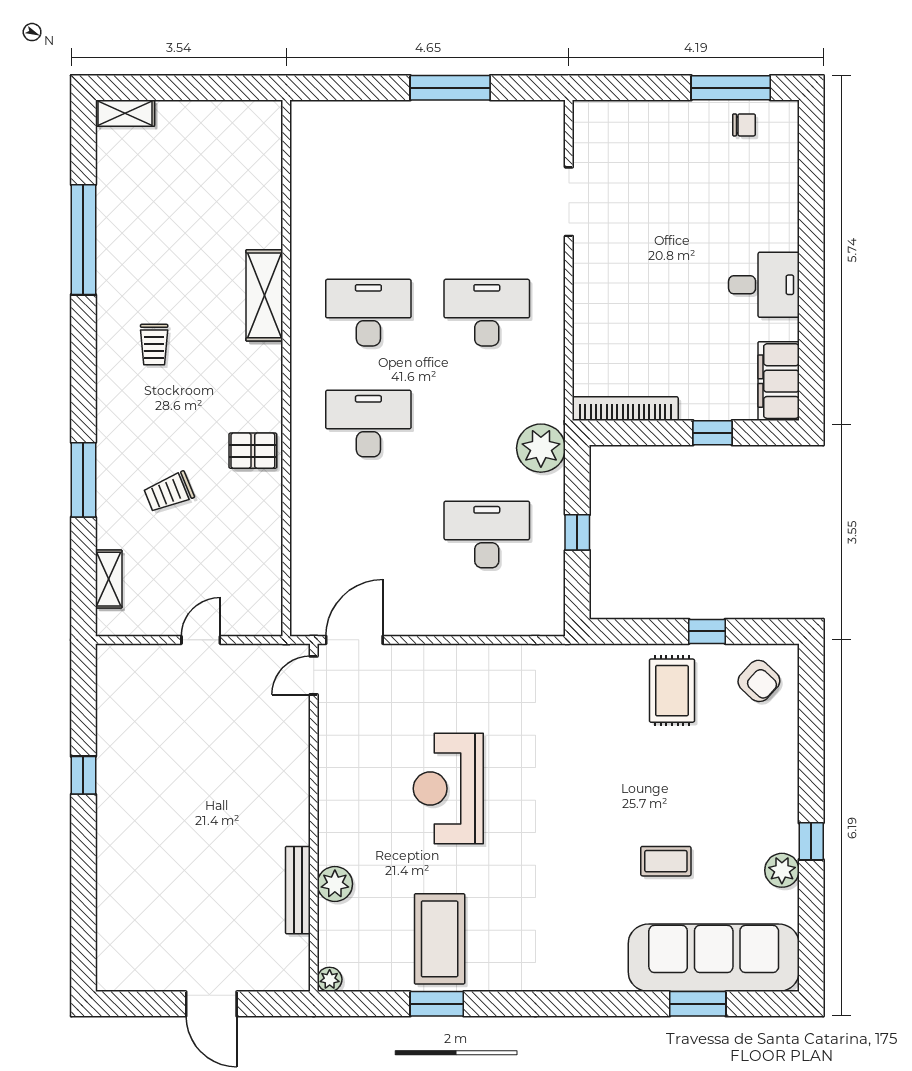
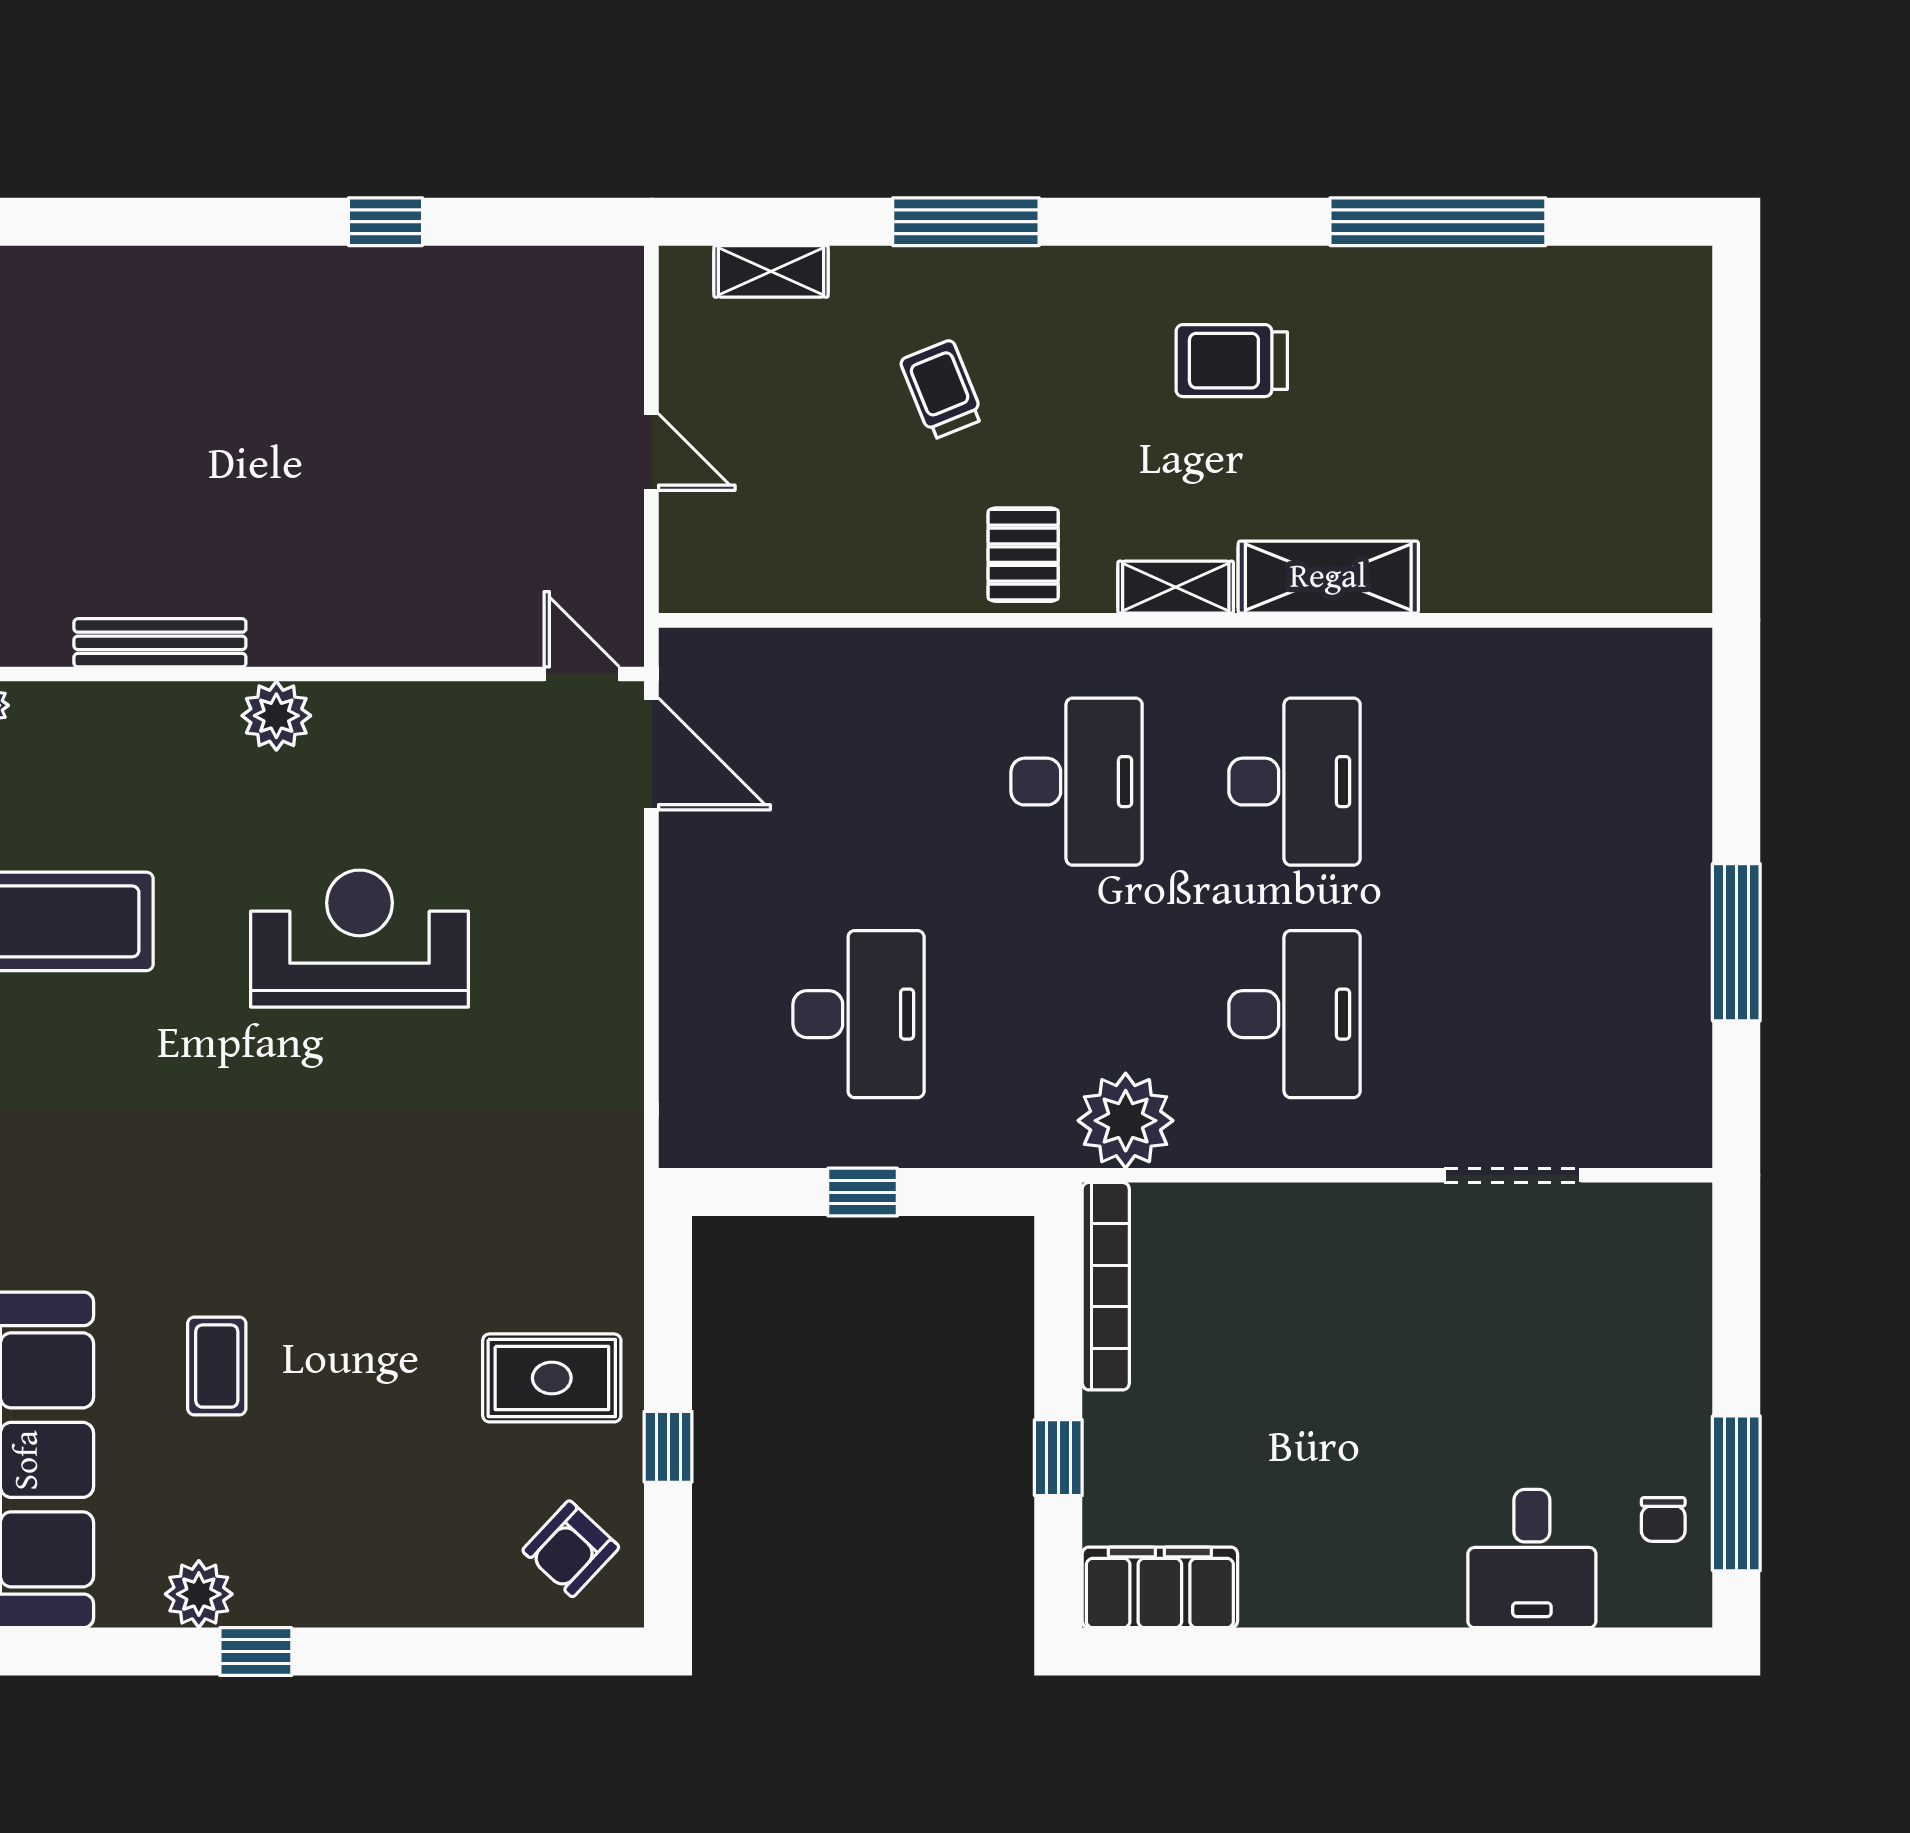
shelving: (125, 113) -> (1176, 587), moved, turned 90
desk: (764, 285) -> (1532, 1559), moved
trolley: (154, 345) -> (1232, 361), width x1.36, depth x1.39
plant: (541, 448) -> (1126, 1121), moved
plant: (335, 884) -> (276, 716), moved

